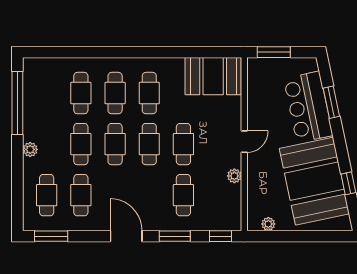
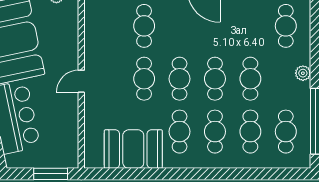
booth: (213, 76) -> (133, 149), moved
plant: (234, 176) -> (91, 46), removed
cafe table: (81, 195) -> (286, 132), moved

